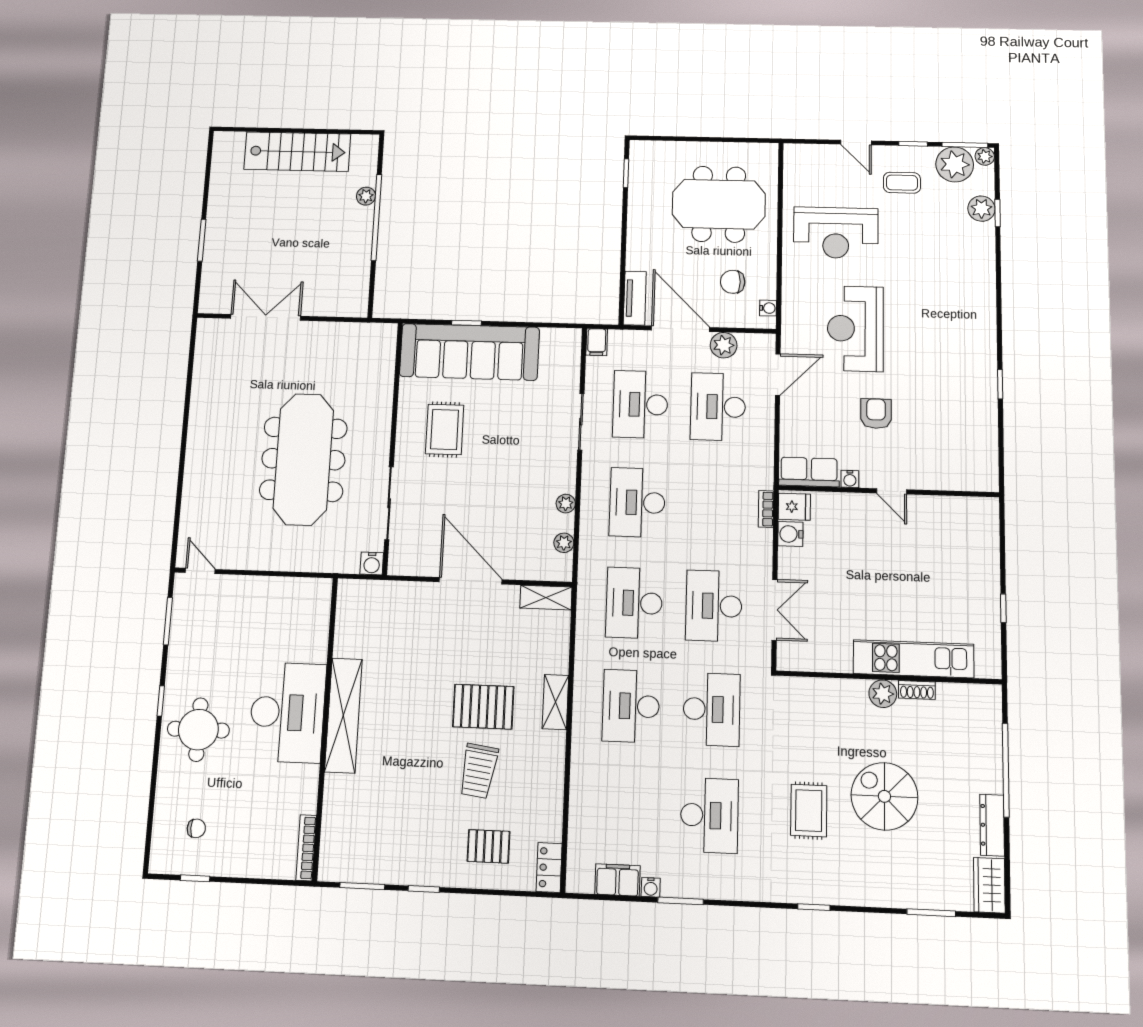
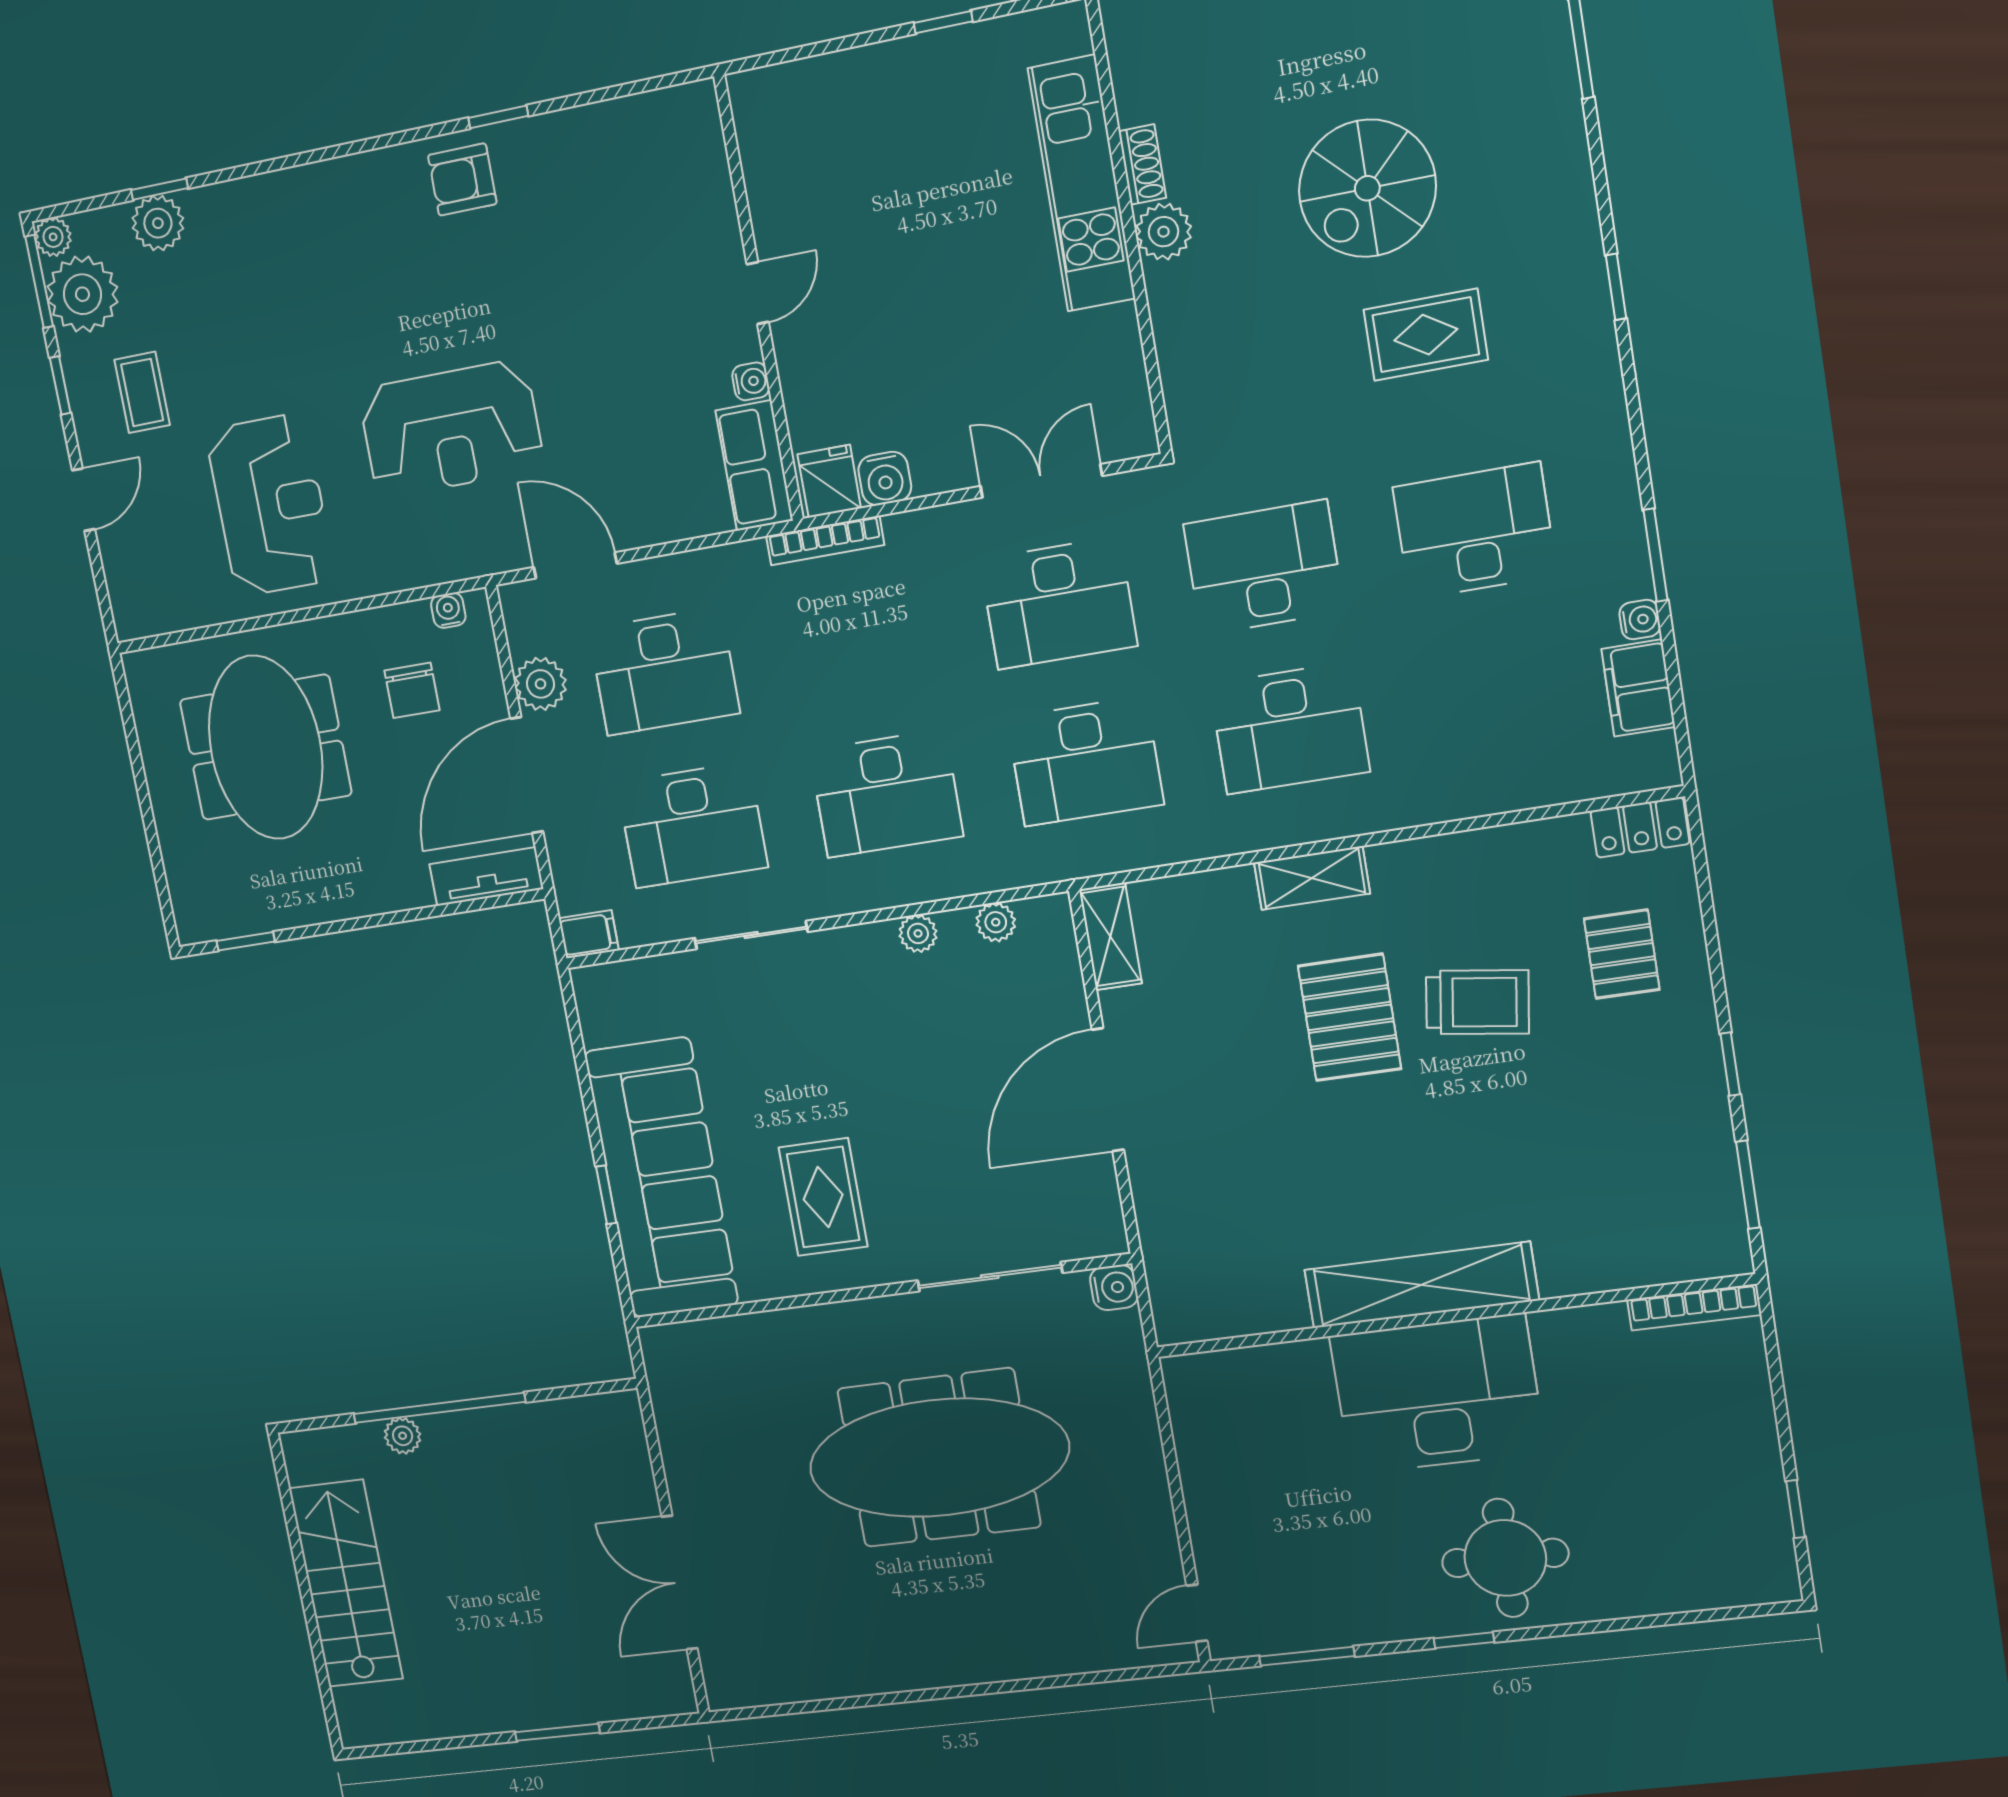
armchair: (876, 414) -> (462, 179), moved
rug: (445, 429) -> (823, 1197), turned 90
bookcase: (766, 509) -> (825, 541), width x1.56
chair: (196, 828) -> (1698, 1525), removed

